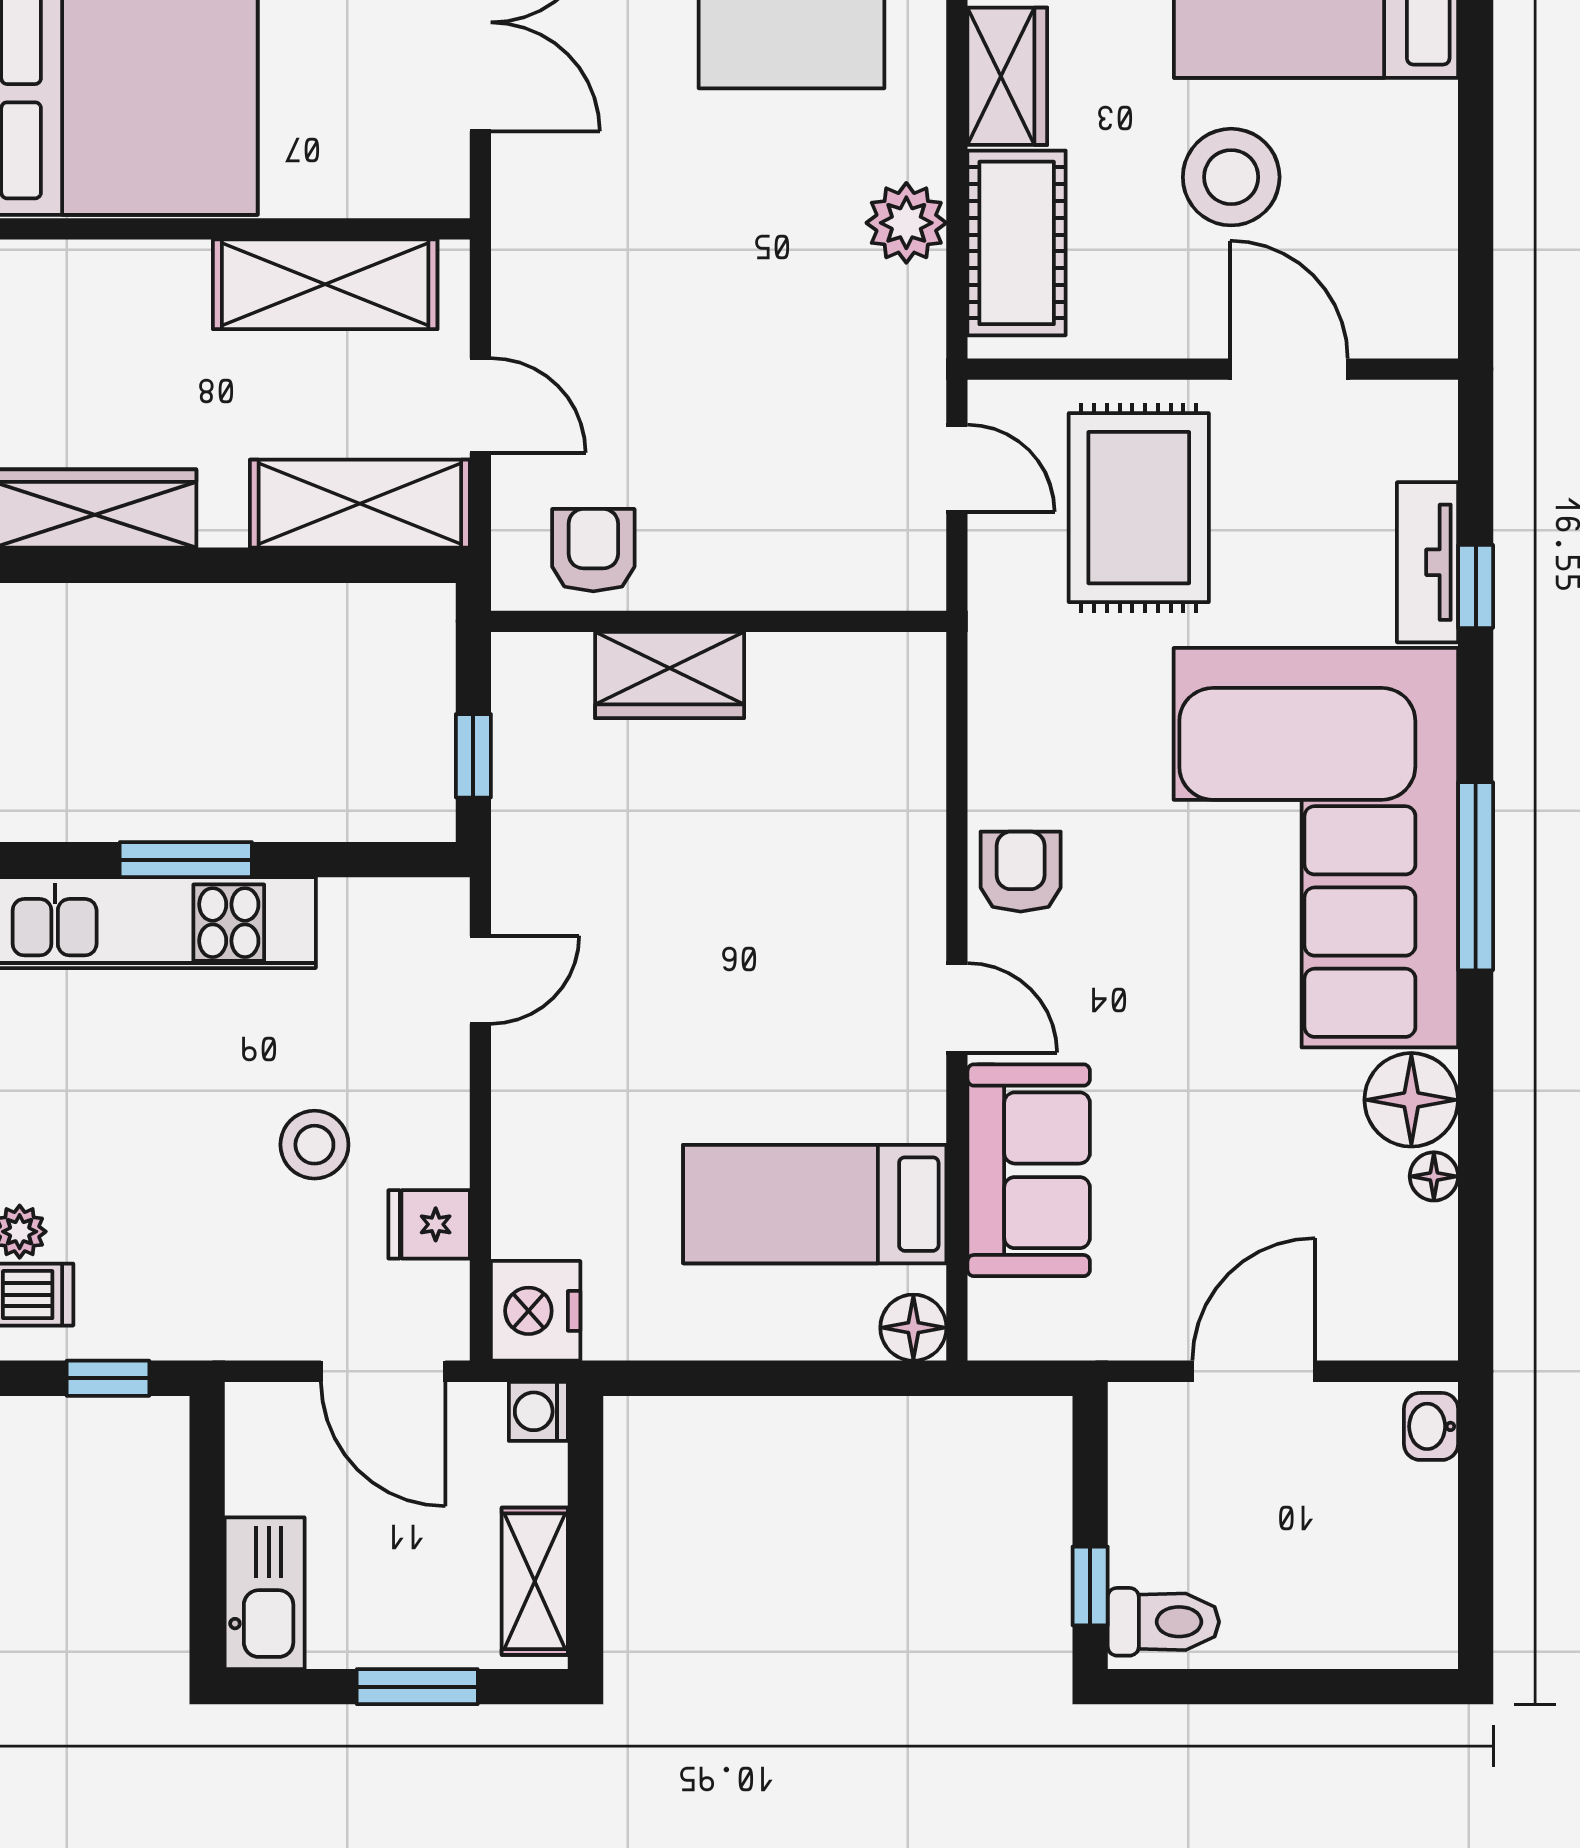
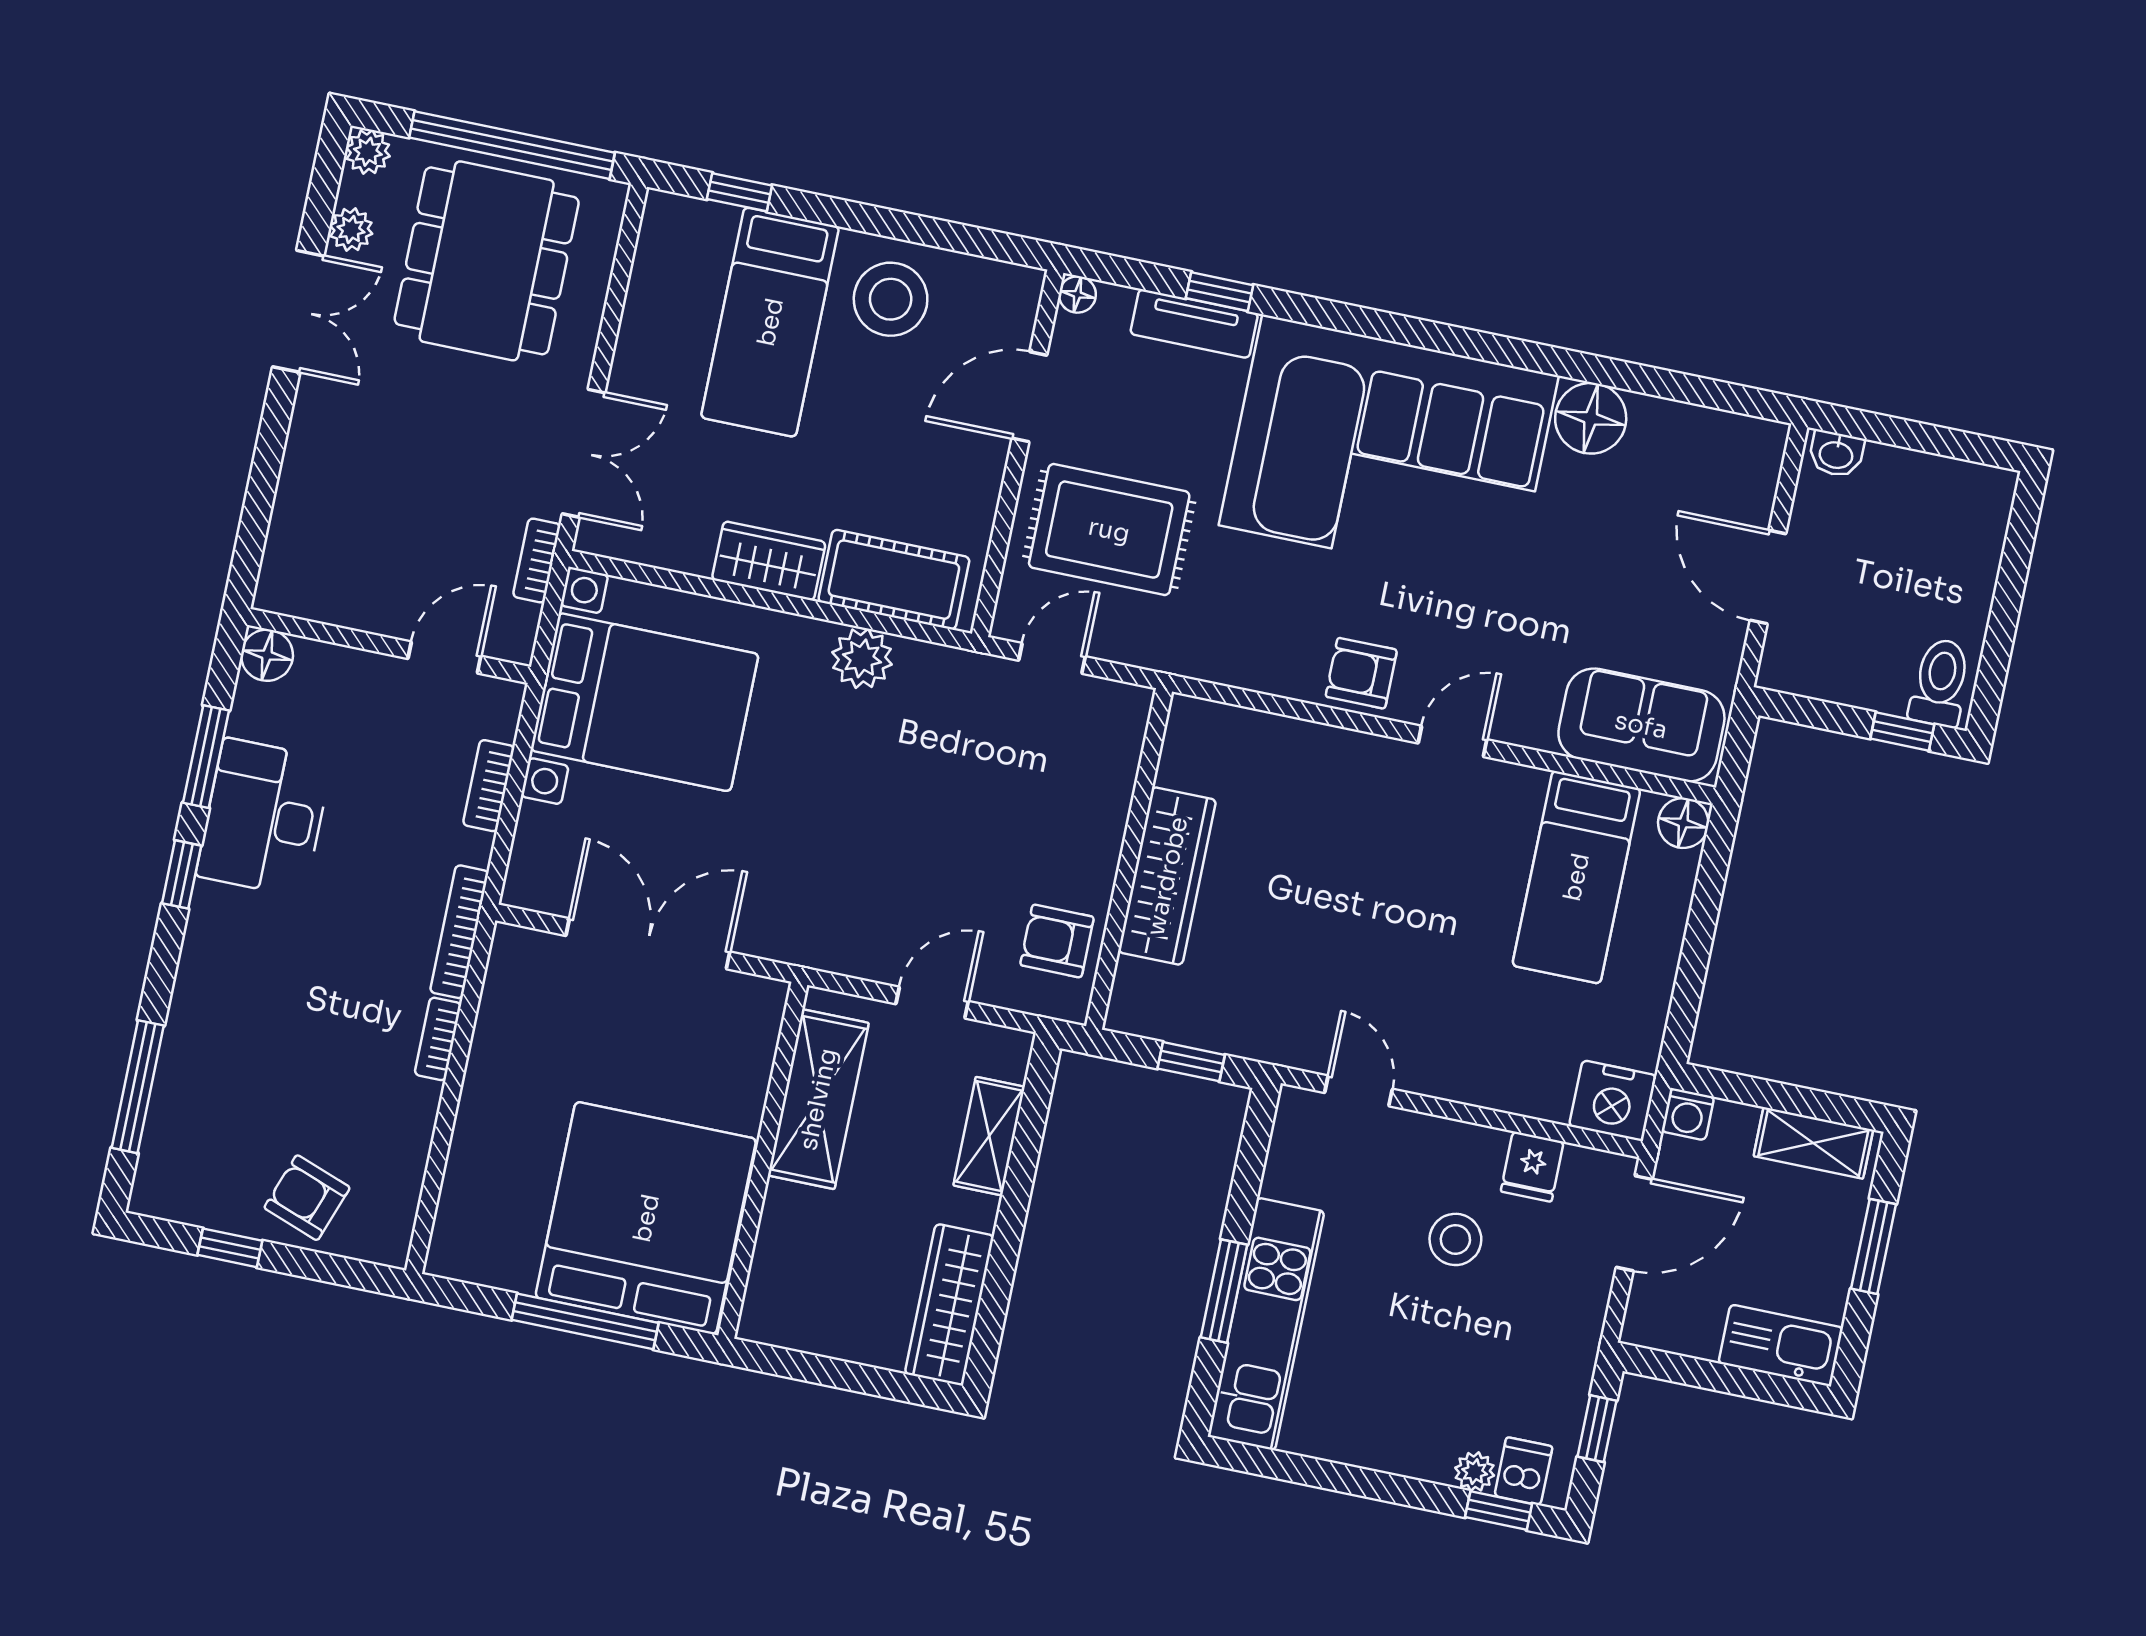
stool: (1231, 177) -> (891, 299), moved
shelving: (360, 504) -> (989, 1136), width x0.67, depth x0.75
wardrobe: (670, 675) -> (1167, 876), width x1.50
window: (1476, 876) -> (1435, 336), removed
sofa: (1029, 1170) -> (1641, 725), moved
floor lamp: (1434, 1176) -> (1077, 294), moved

